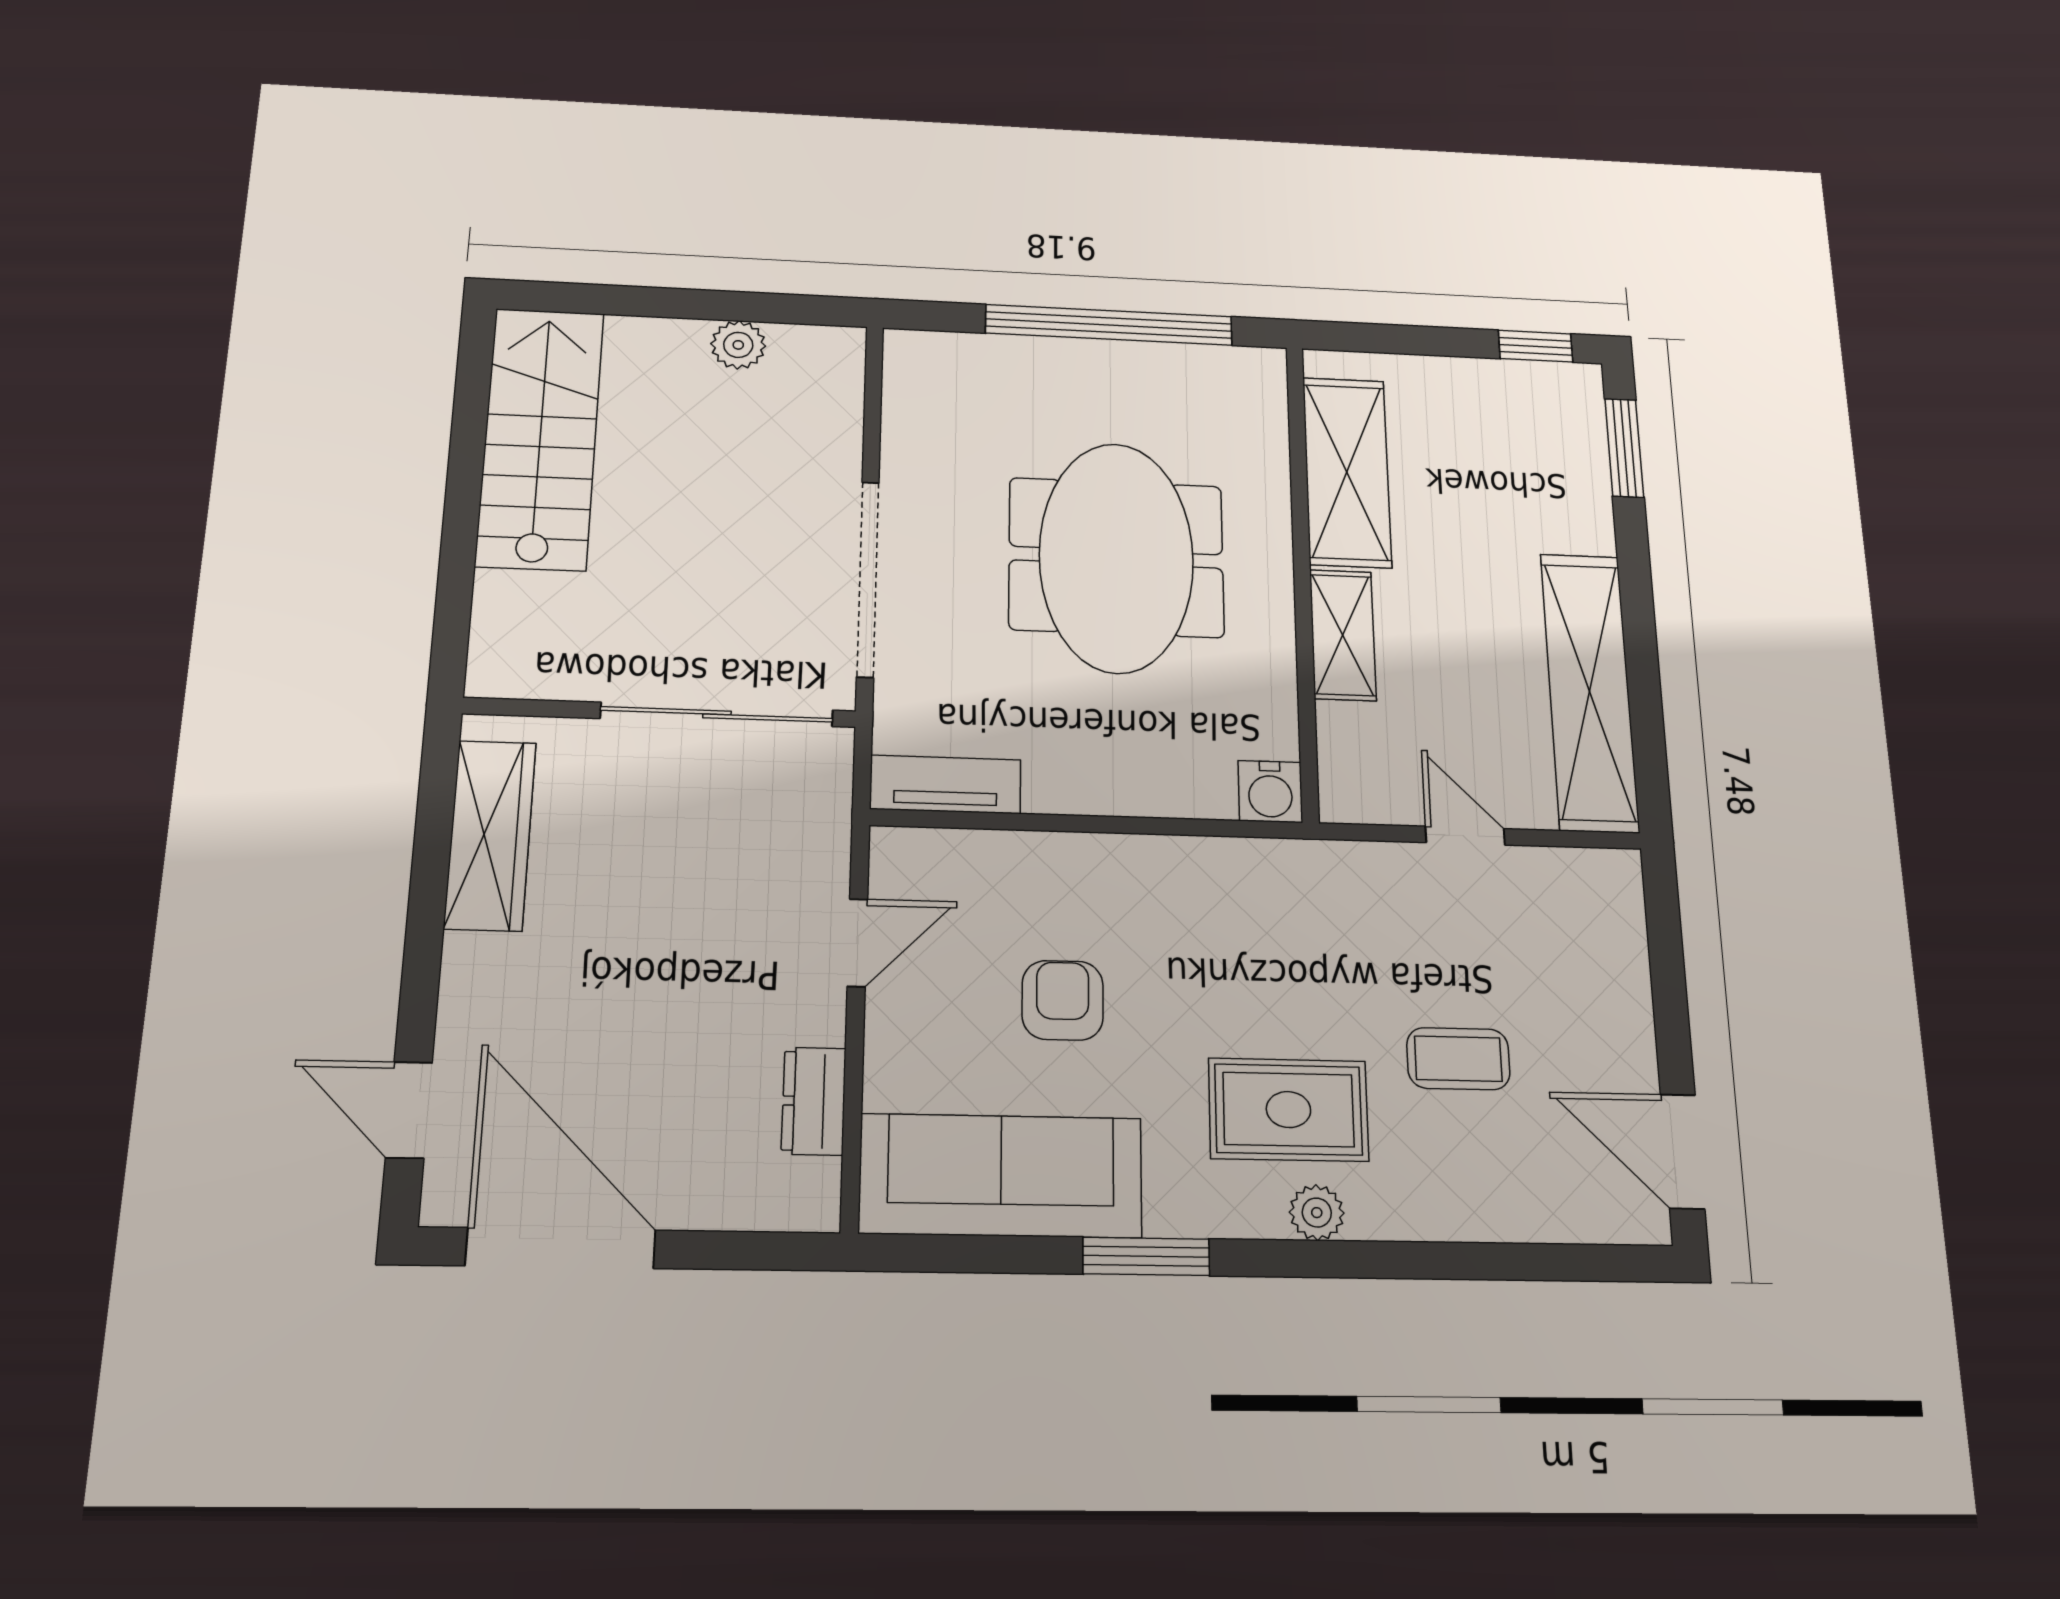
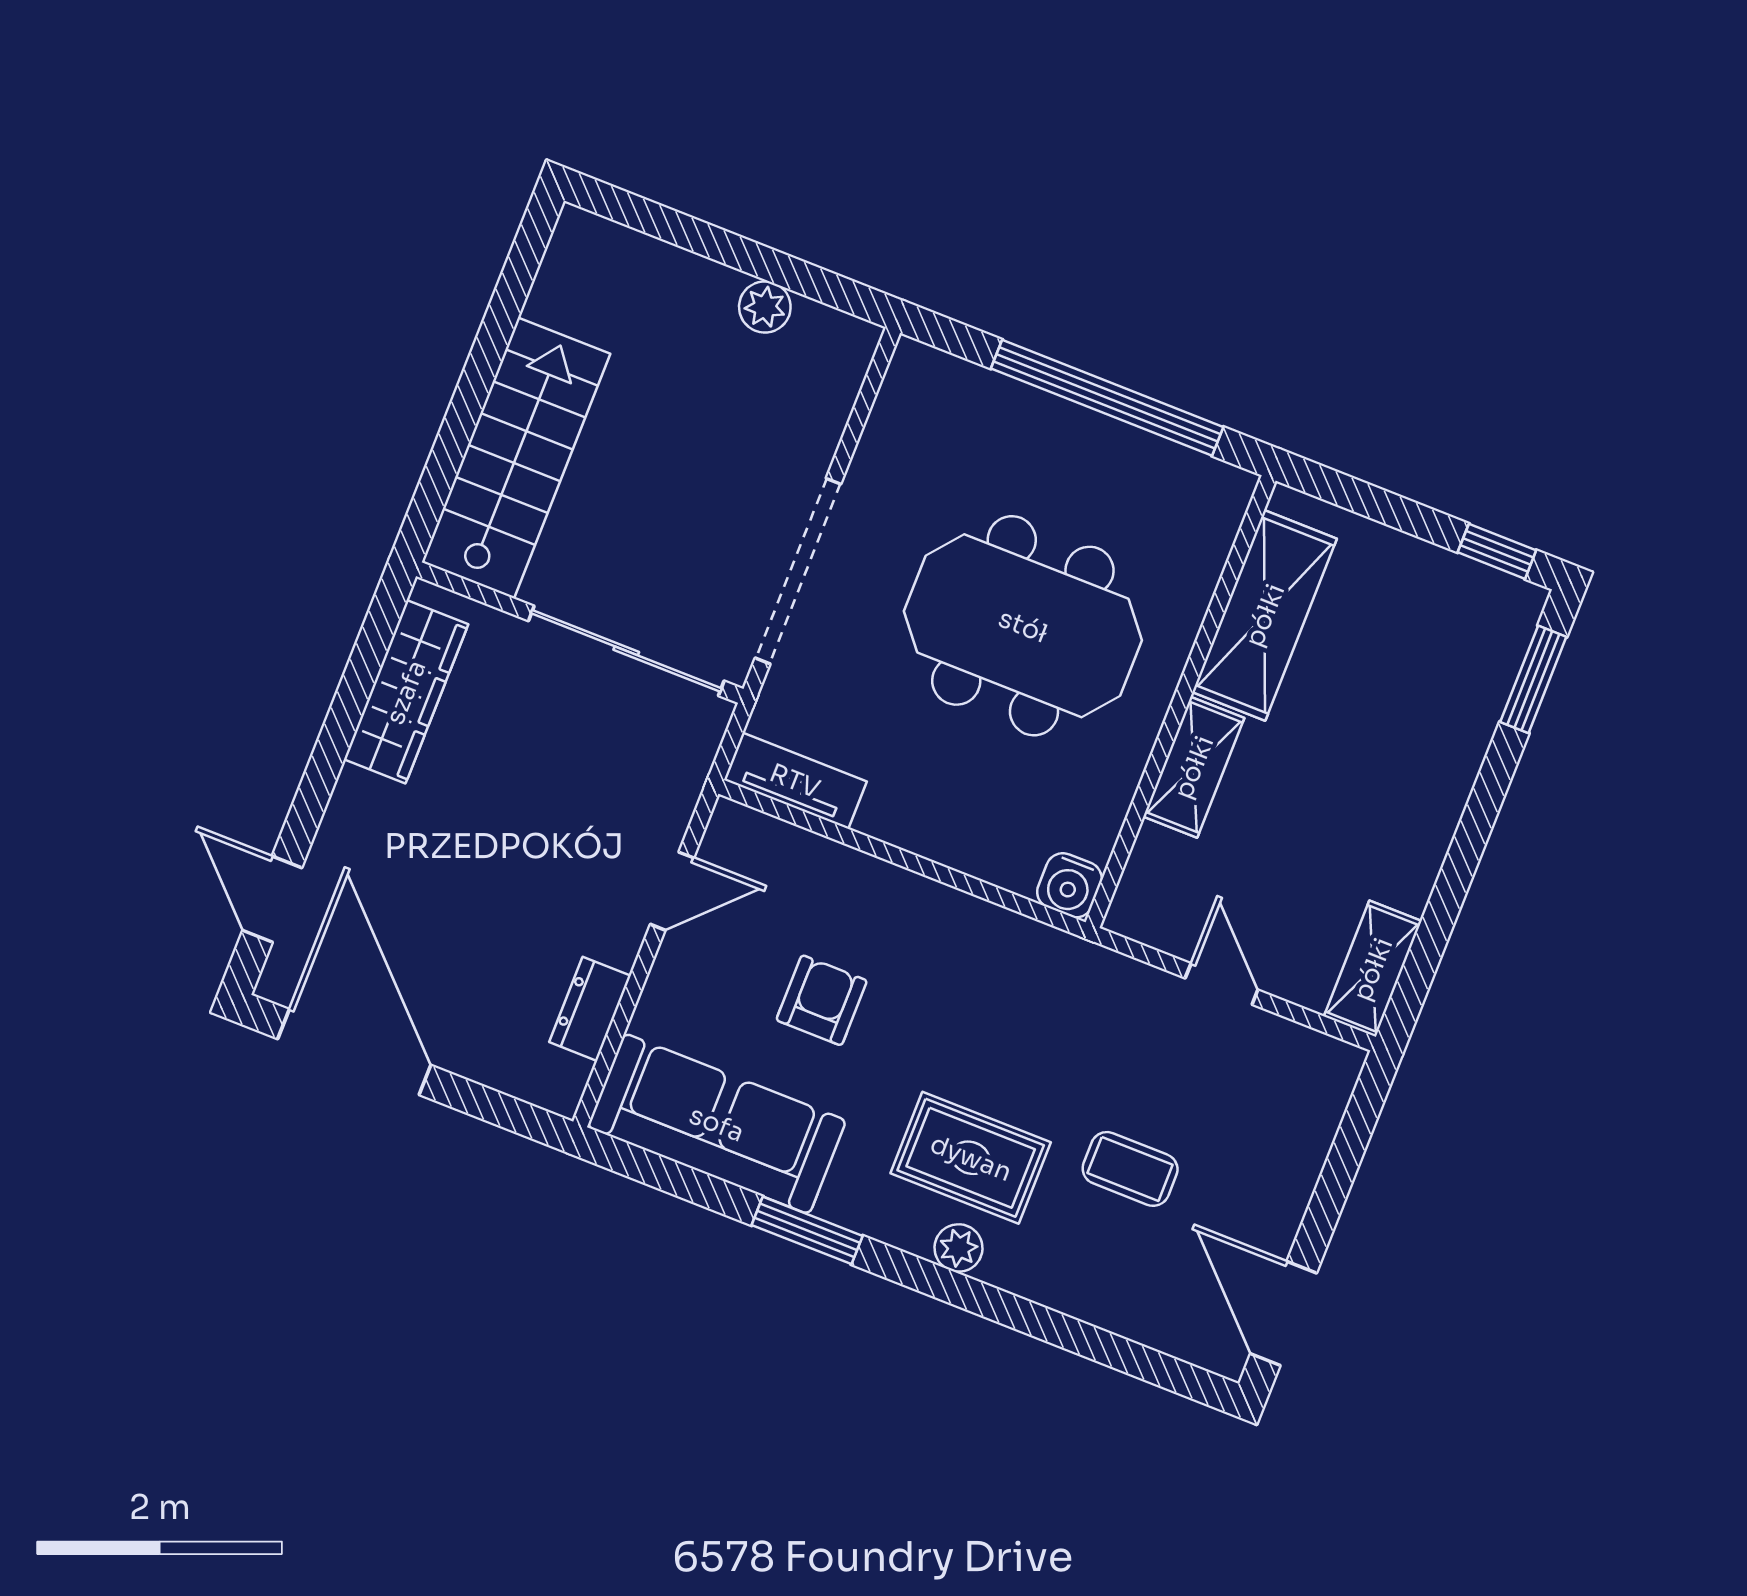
stairs: (540, 438) -> (516, 458), moved
meeting table: (1116, 557) -> (1023, 626), turned 90
shelving: (1589, 691) -> (1373, 969), width x0.45, depth x0.75

